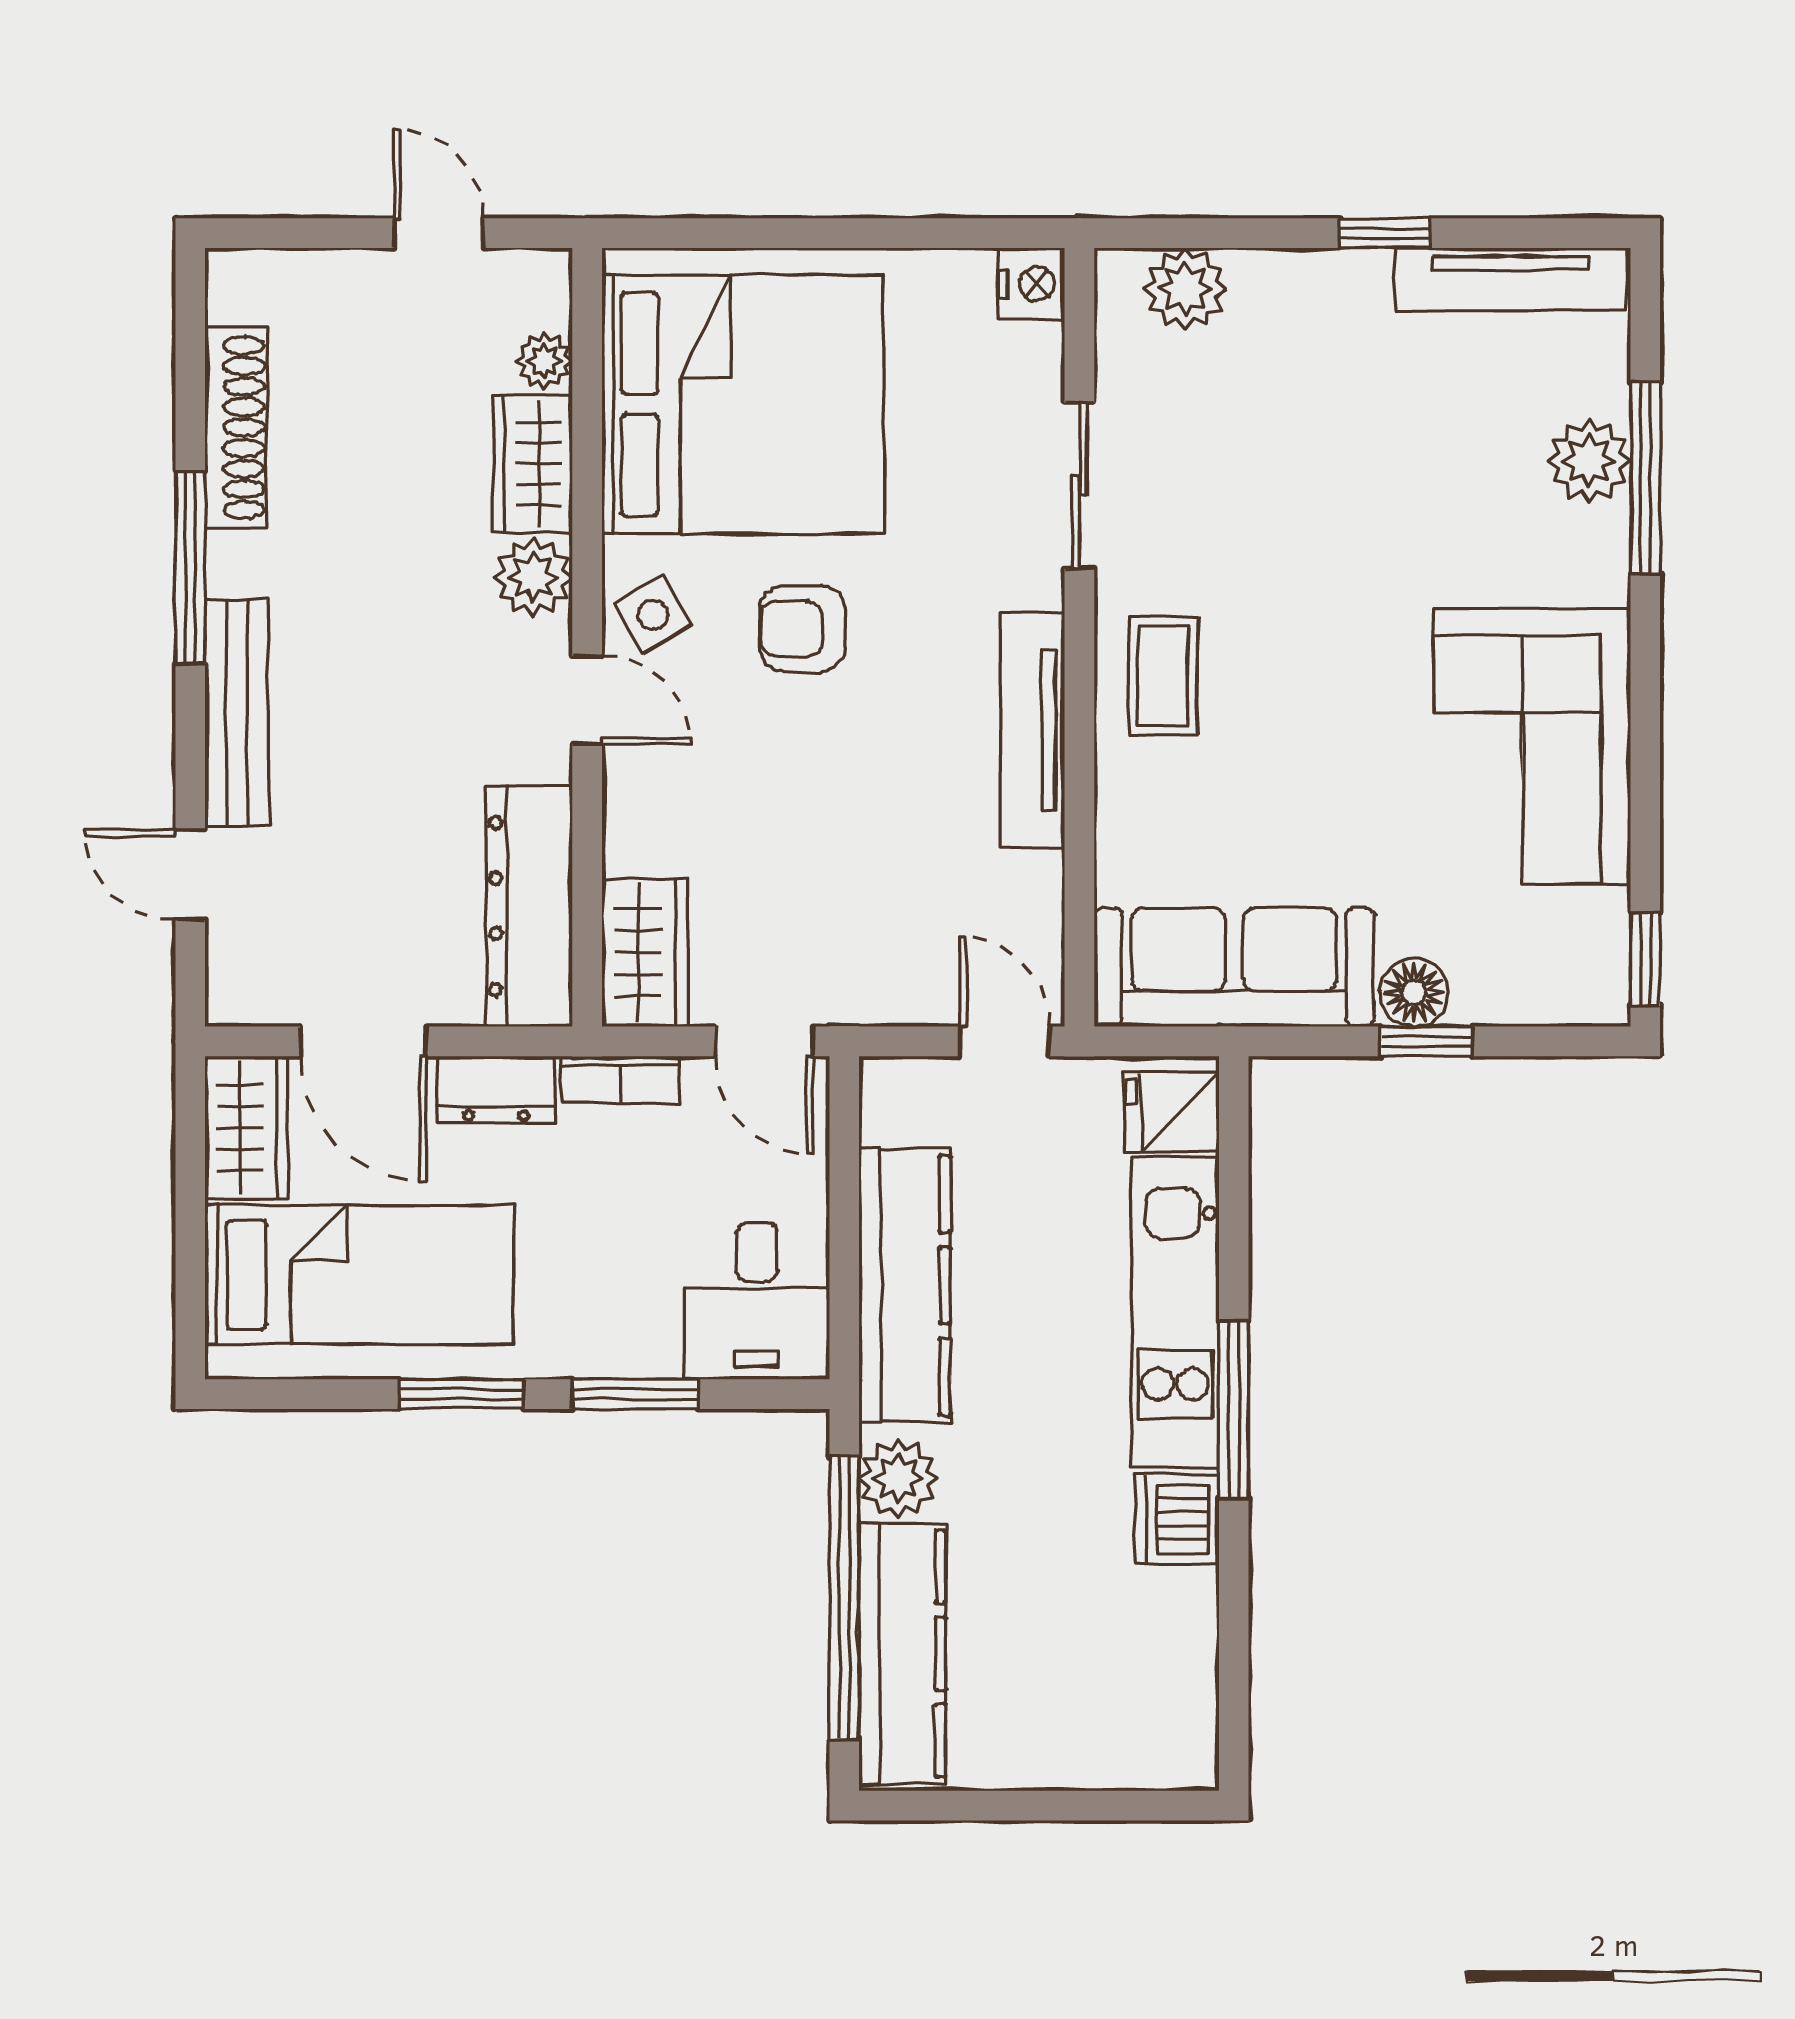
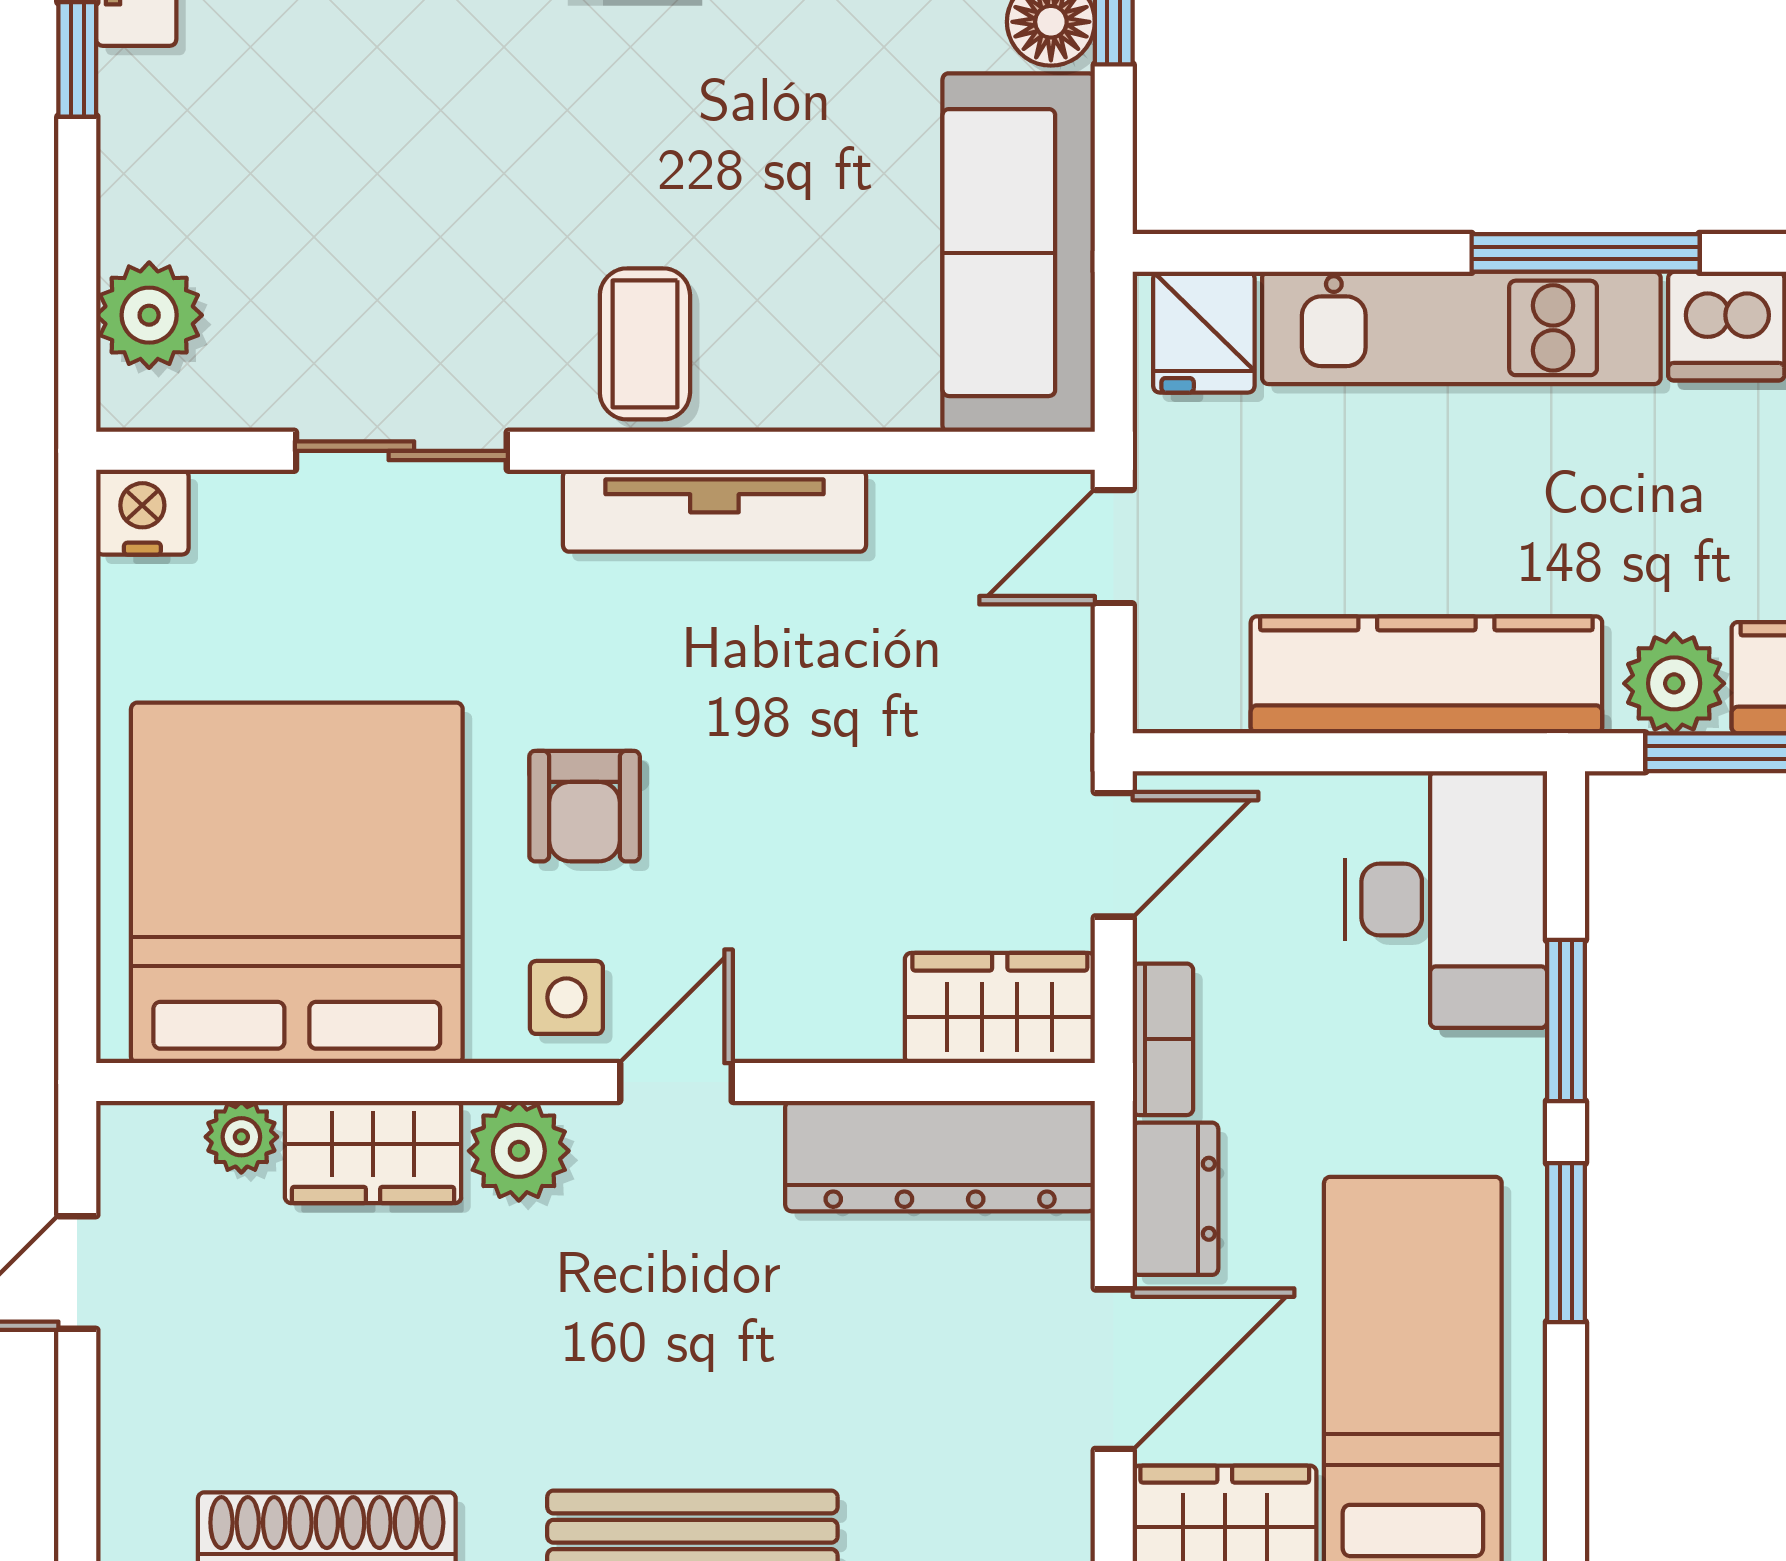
side table: (653, 614) -> (566, 997), turned 31
coffee table: (1163, 676) -> (645, 344), turned 90
desk: (757, 1301) -> (1446, 900), width x1.37

